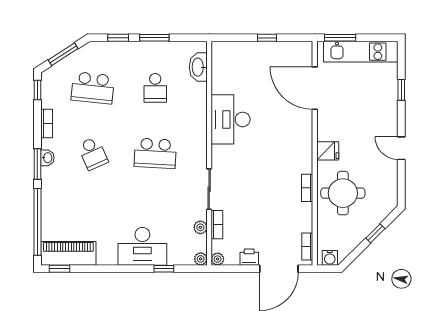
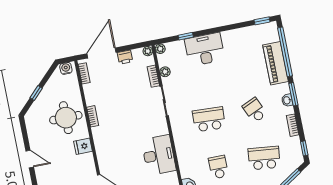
piano: (68, 253) -> (276, 63), moved, turned 90

